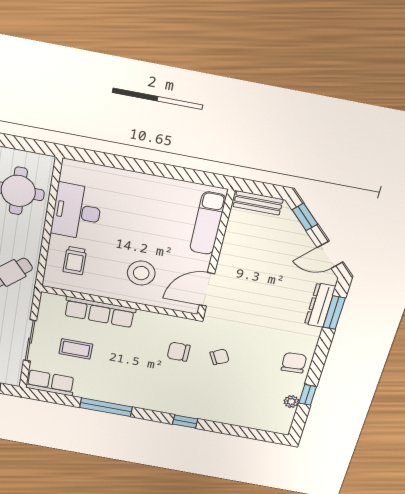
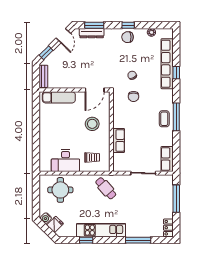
door: (207, 289) -> (95, 90), hinge flipped
row of seats: (100, 312) -> (119, 140), width x0.68
coffee table: (76, 349) -> (164, 119), moved
window: (308, 395) -> (128, 25), moved
window: (106, 407) -> (176, 117), moved
row of seats: (226, 415) -> (167, 64), added
window: (185, 422) -> (176, 73), moved

